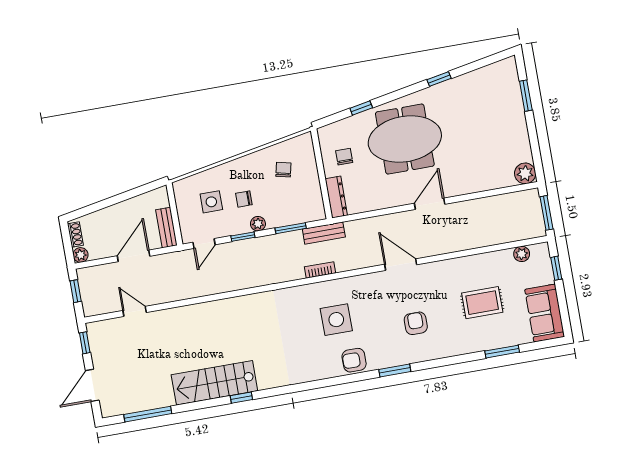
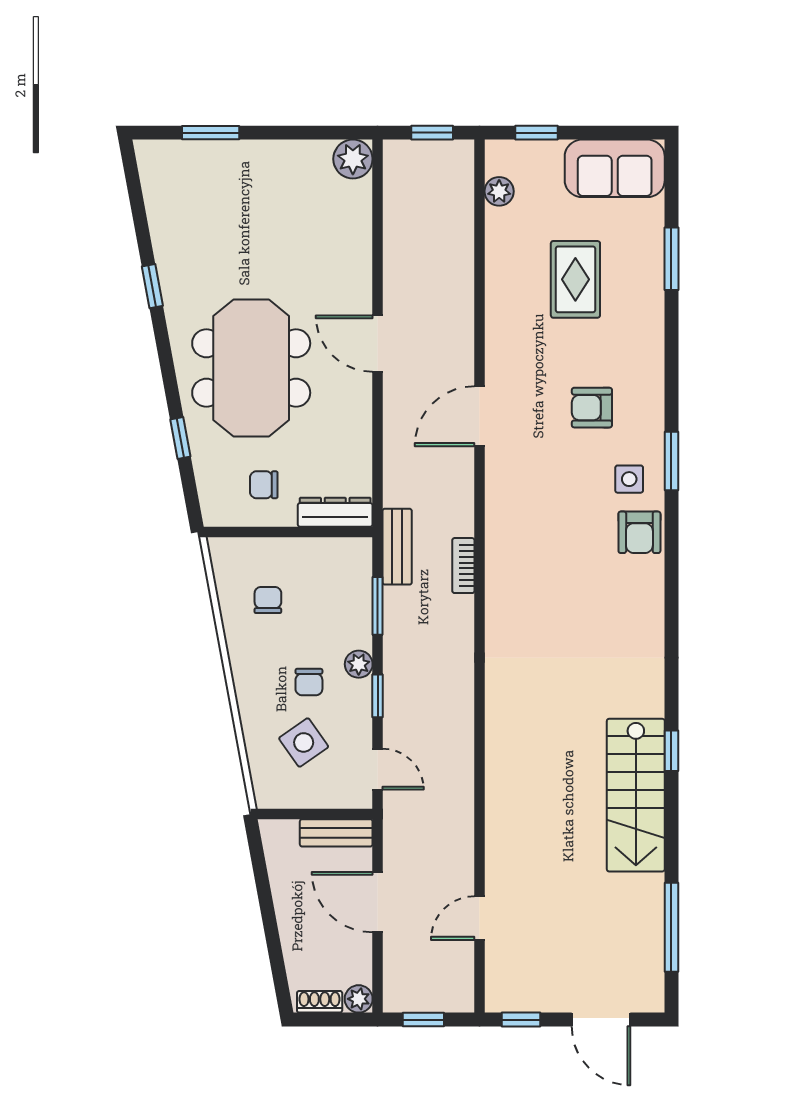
chair: (283, 170) -> (268, 600), turned 77
side table: (211, 202) -> (304, 742), turned -35
window: (546, 213) -> (432, 133), width x0.67
side table: (336, 320) -> (629, 479), moved, width x0.54, depth x0.54

